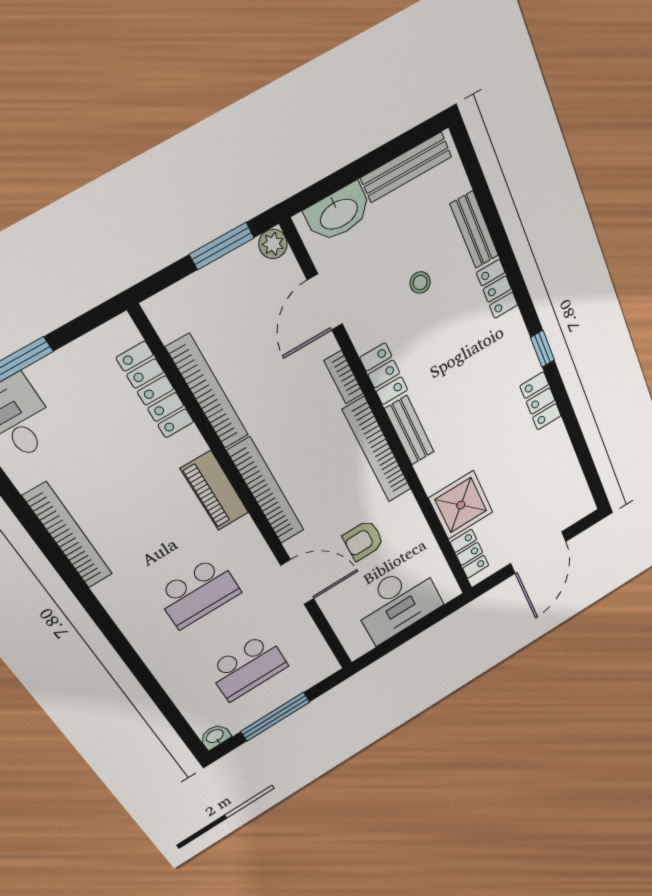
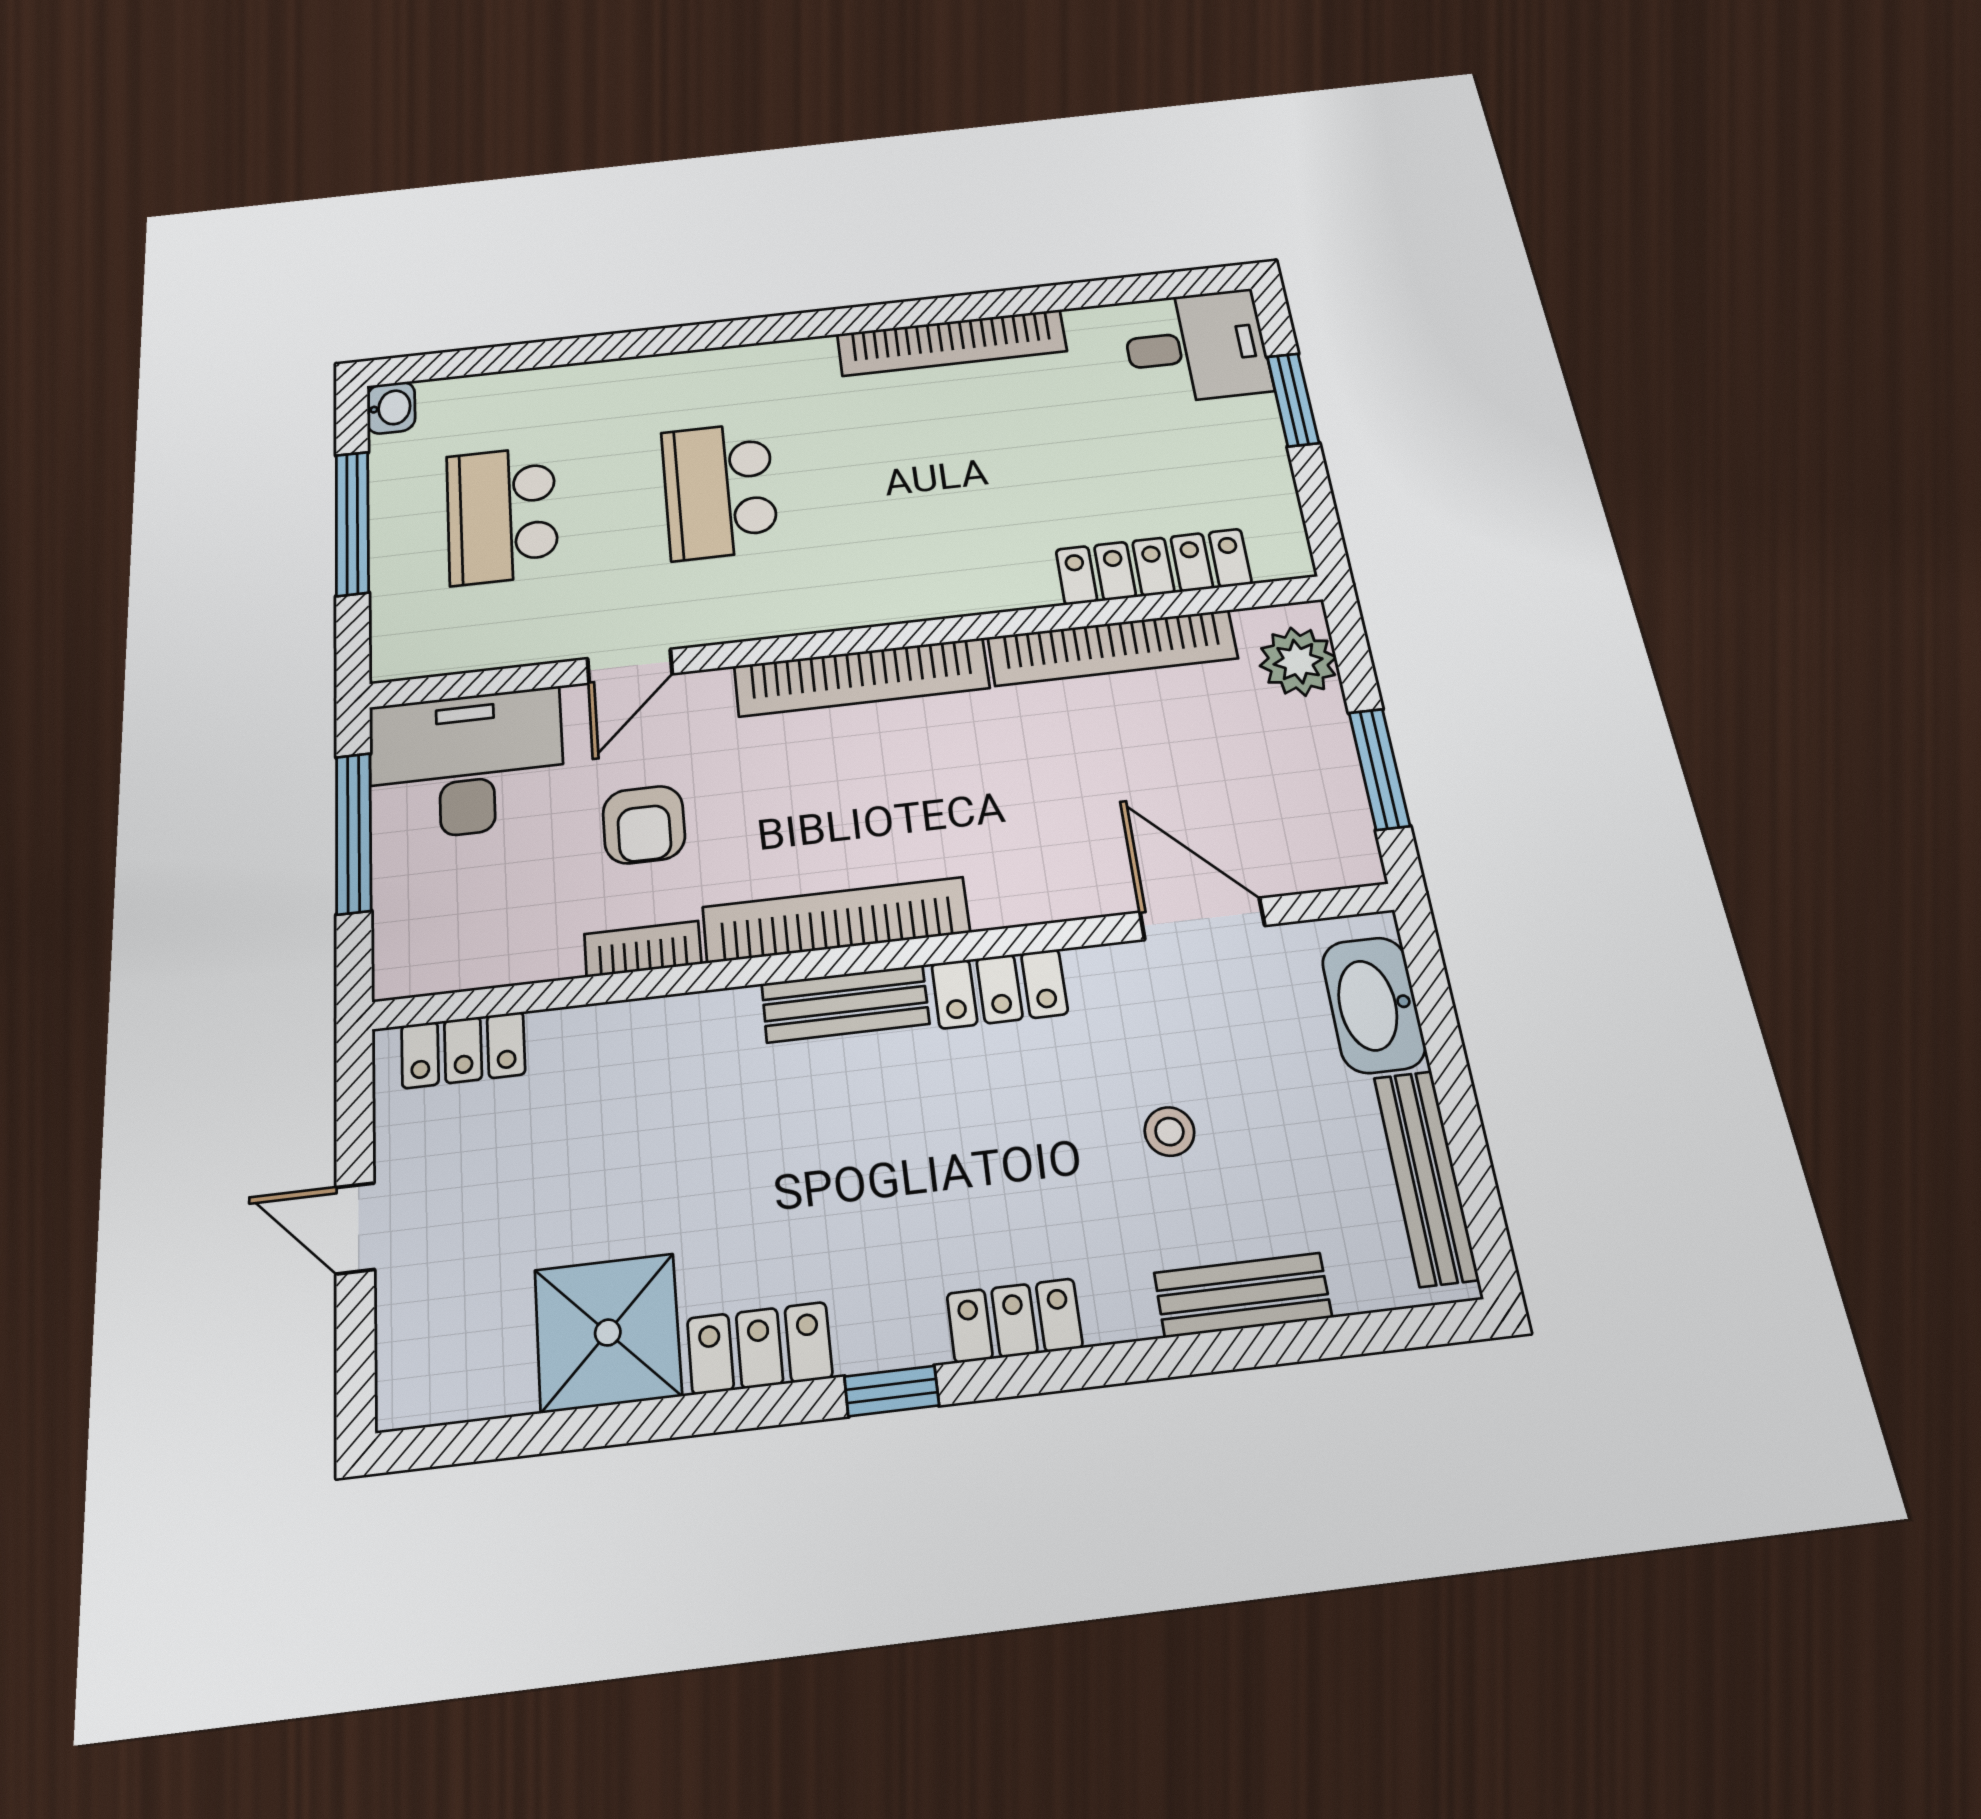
plant: (273, 244) -> (1298, 662), moved, width x1.38, depth x1.38
locker: (497, 289) -> (1015, 1321), moved
bookcase: (344, 377) -> (643, 949), moved
piano: (215, 491) -> (911, 591), removed
shower: (461, 505) -> (608, 1333), moved
armchair: (363, 540) -> (644, 825), turned 180
door: (538, 552) -> (355, 1228), width x0.53
door: (297, 582) -> (630, 666), width x0.73
desk: (398, 602) -> (466, 764), moved, turned 90
window: (403, 637) -> (353, 833), added

